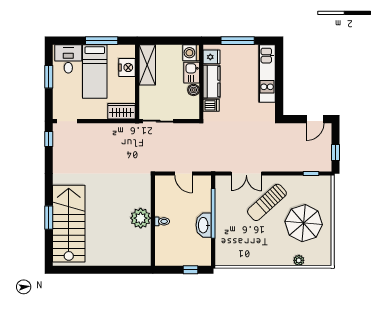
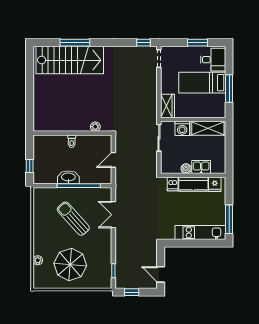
window: (238, 41) -> (229, 219), moved
washing machine: (191, 53) -> (182, 128), moved, turned 180
nightstand: (127, 67) -> (206, 111), removed
sun lounger: (267, 202) -> (73, 219), moved
window: (49, 218) -> (75, 43), width x1.44
plant: (141, 218) -> (95, 127), moved, width x0.53, depth x0.53

